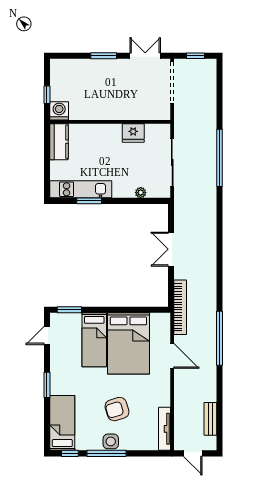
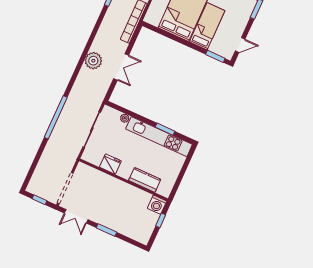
kitchen counter: (59, 142) -> (145, 180), moved, turned 90
kitchen unit: (81, 189) -> (159, 137), width x1.36
plant: (206, 242) -> (93, 61), added

